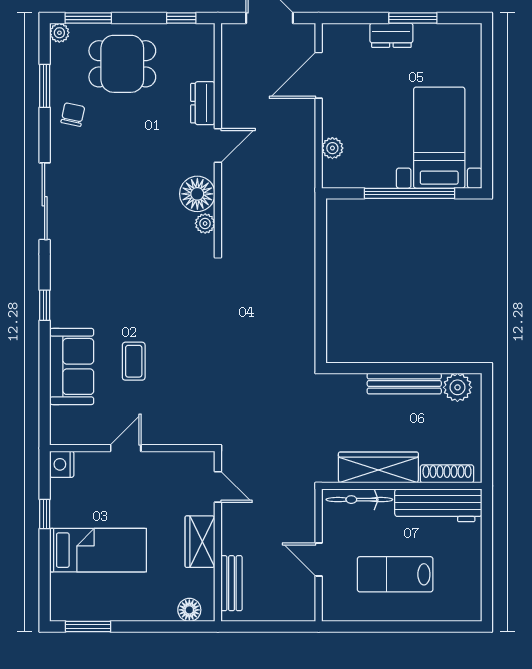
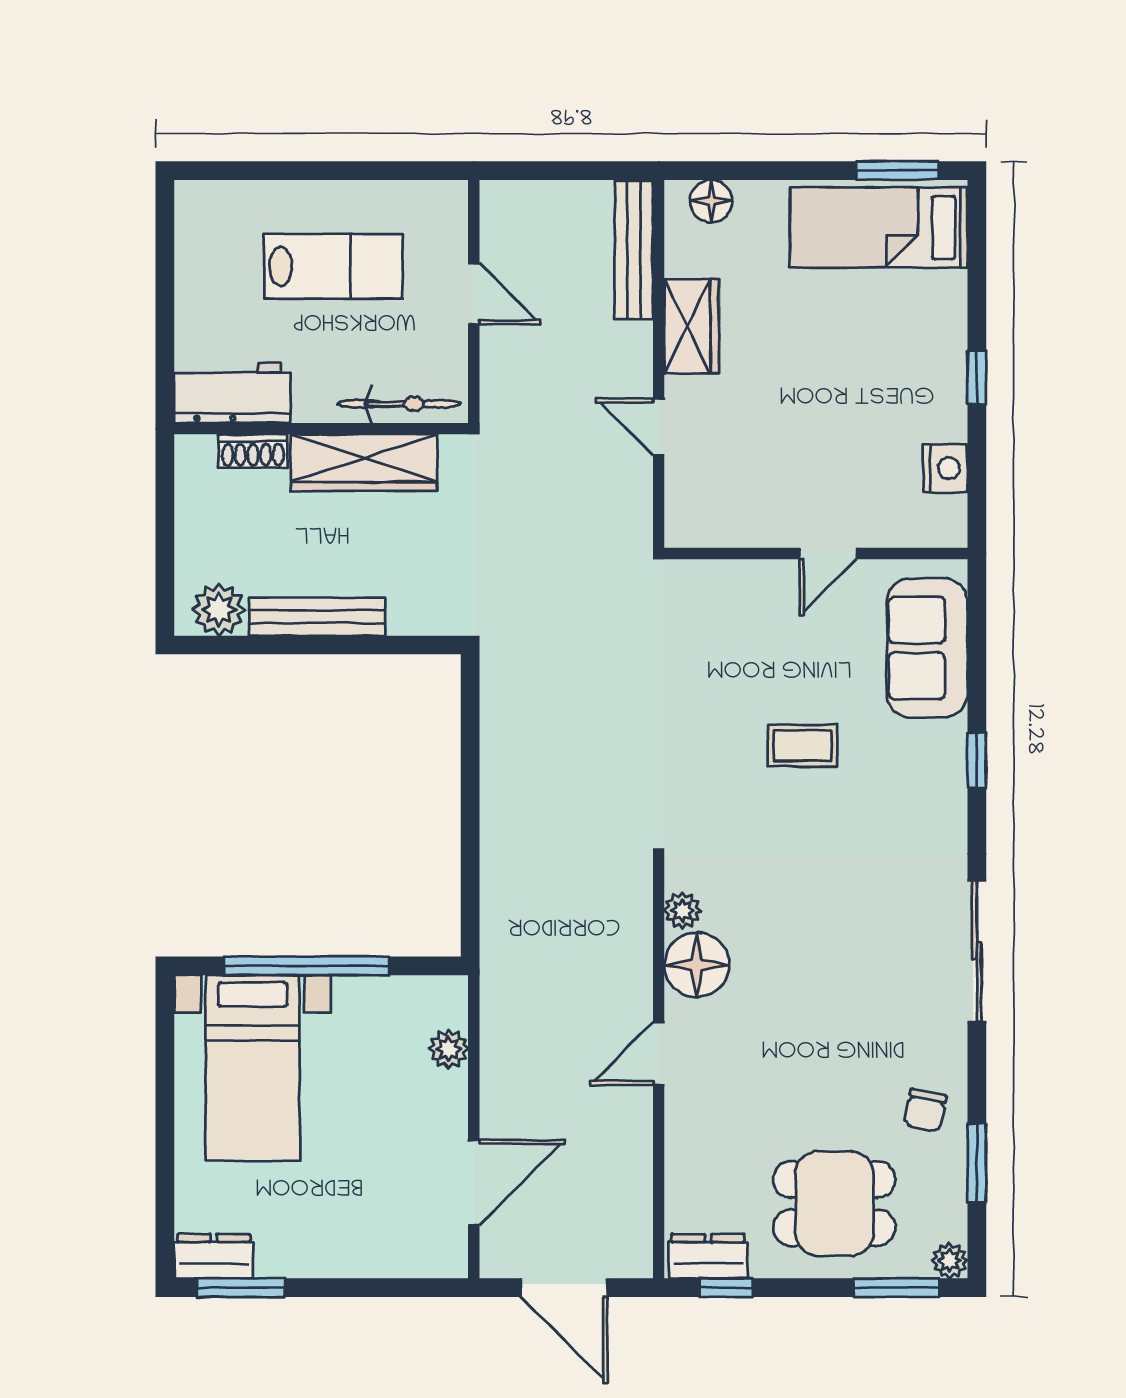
window: (413, 18) -> (241, 1288), moved
dresser: (391, 35) -> (214, 1256), moved
dresser: (203, 103) -> (708, 1256), moved, turned -90
coffee table: (134, 361) -> (803, 746), moved, turned 90
door: (126, 448) -> (828, 553), moved
wall: (132, 448) -> (816, 553), moved
shoe rack: (447, 474) -> (253, 451), width x0.70
workbench: (438, 505) -> (232, 393), width x0.73
bed: (98, 550) -> (879, 228), moved
bench: (232, 583) -> (634, 250), width x1.36

